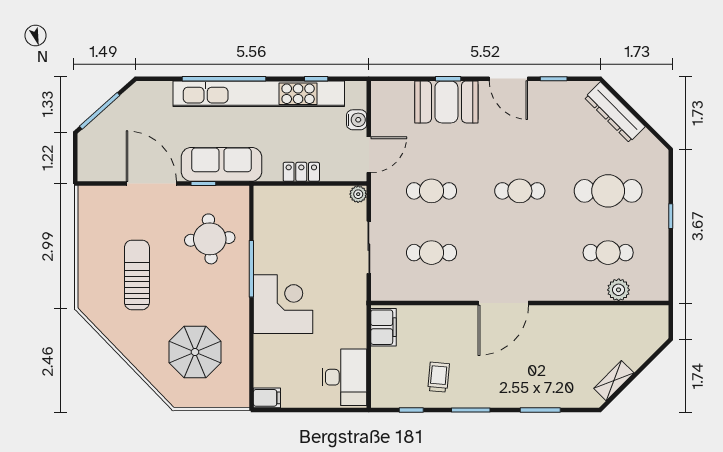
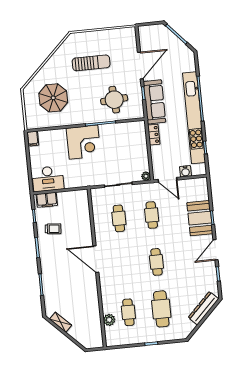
locker: (301, 172) -> (154, 135), moved
filing cabinet: (383, 327) -> (47, 200), moved

